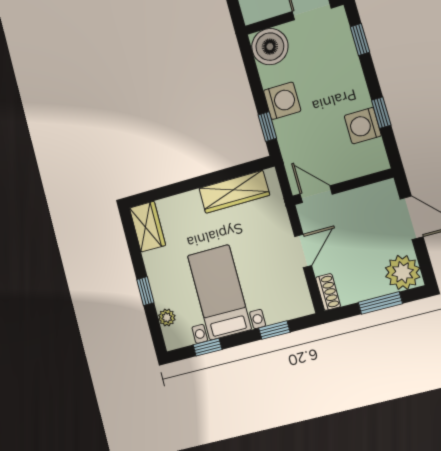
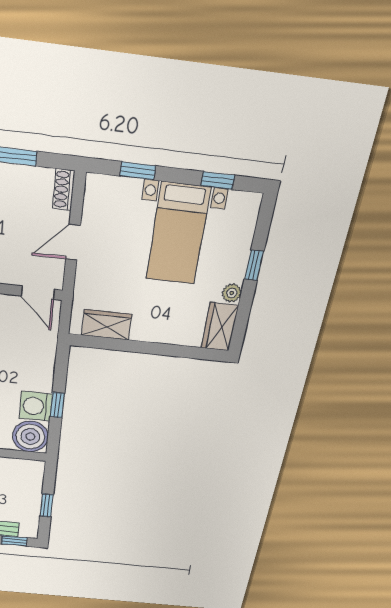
washing machine: (282, 101) -> (36, 406), moved
window: (267, 127) -> (57, 405), moved
wardrobe: (234, 192) -> (107, 325), width x0.67
plant: (167, 317) -> (232, 293), moved

